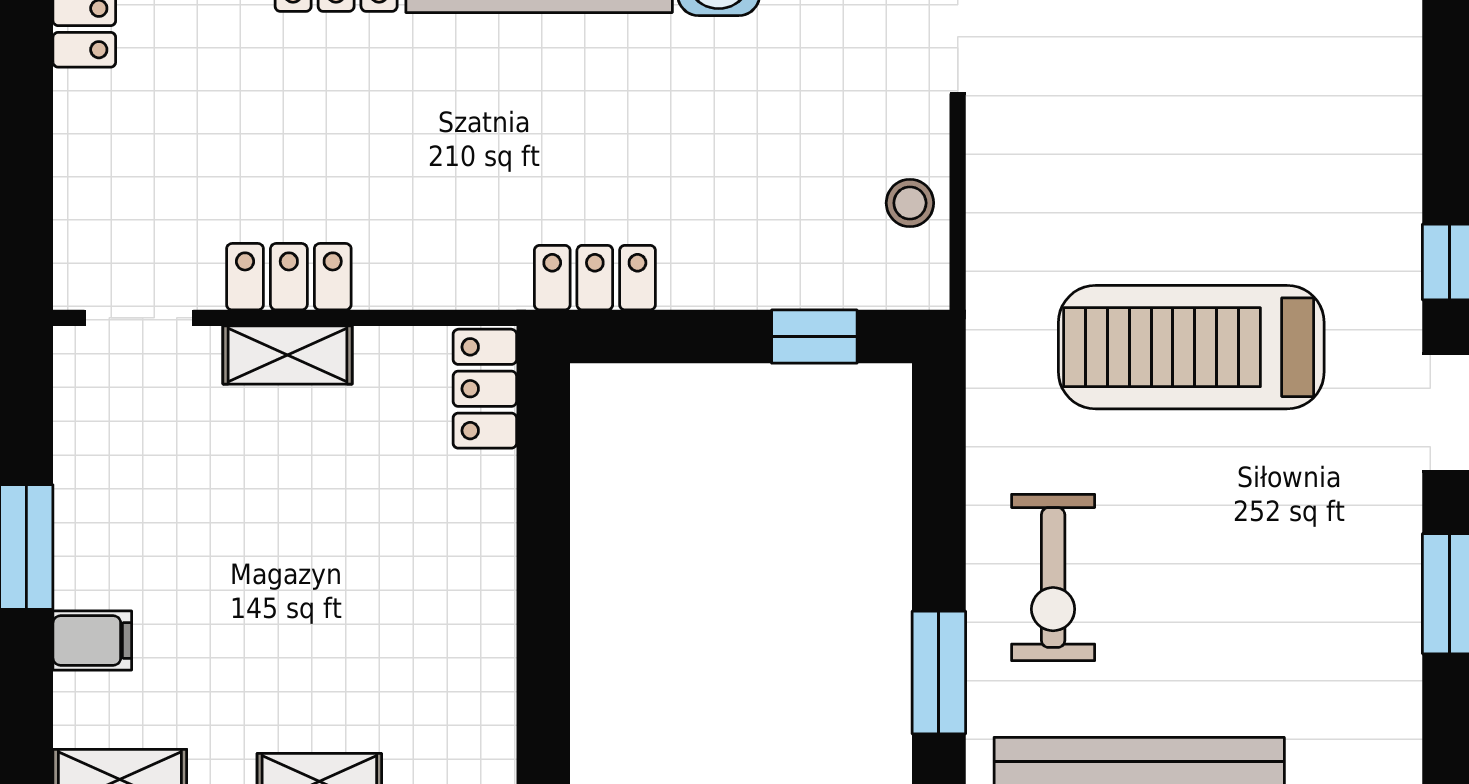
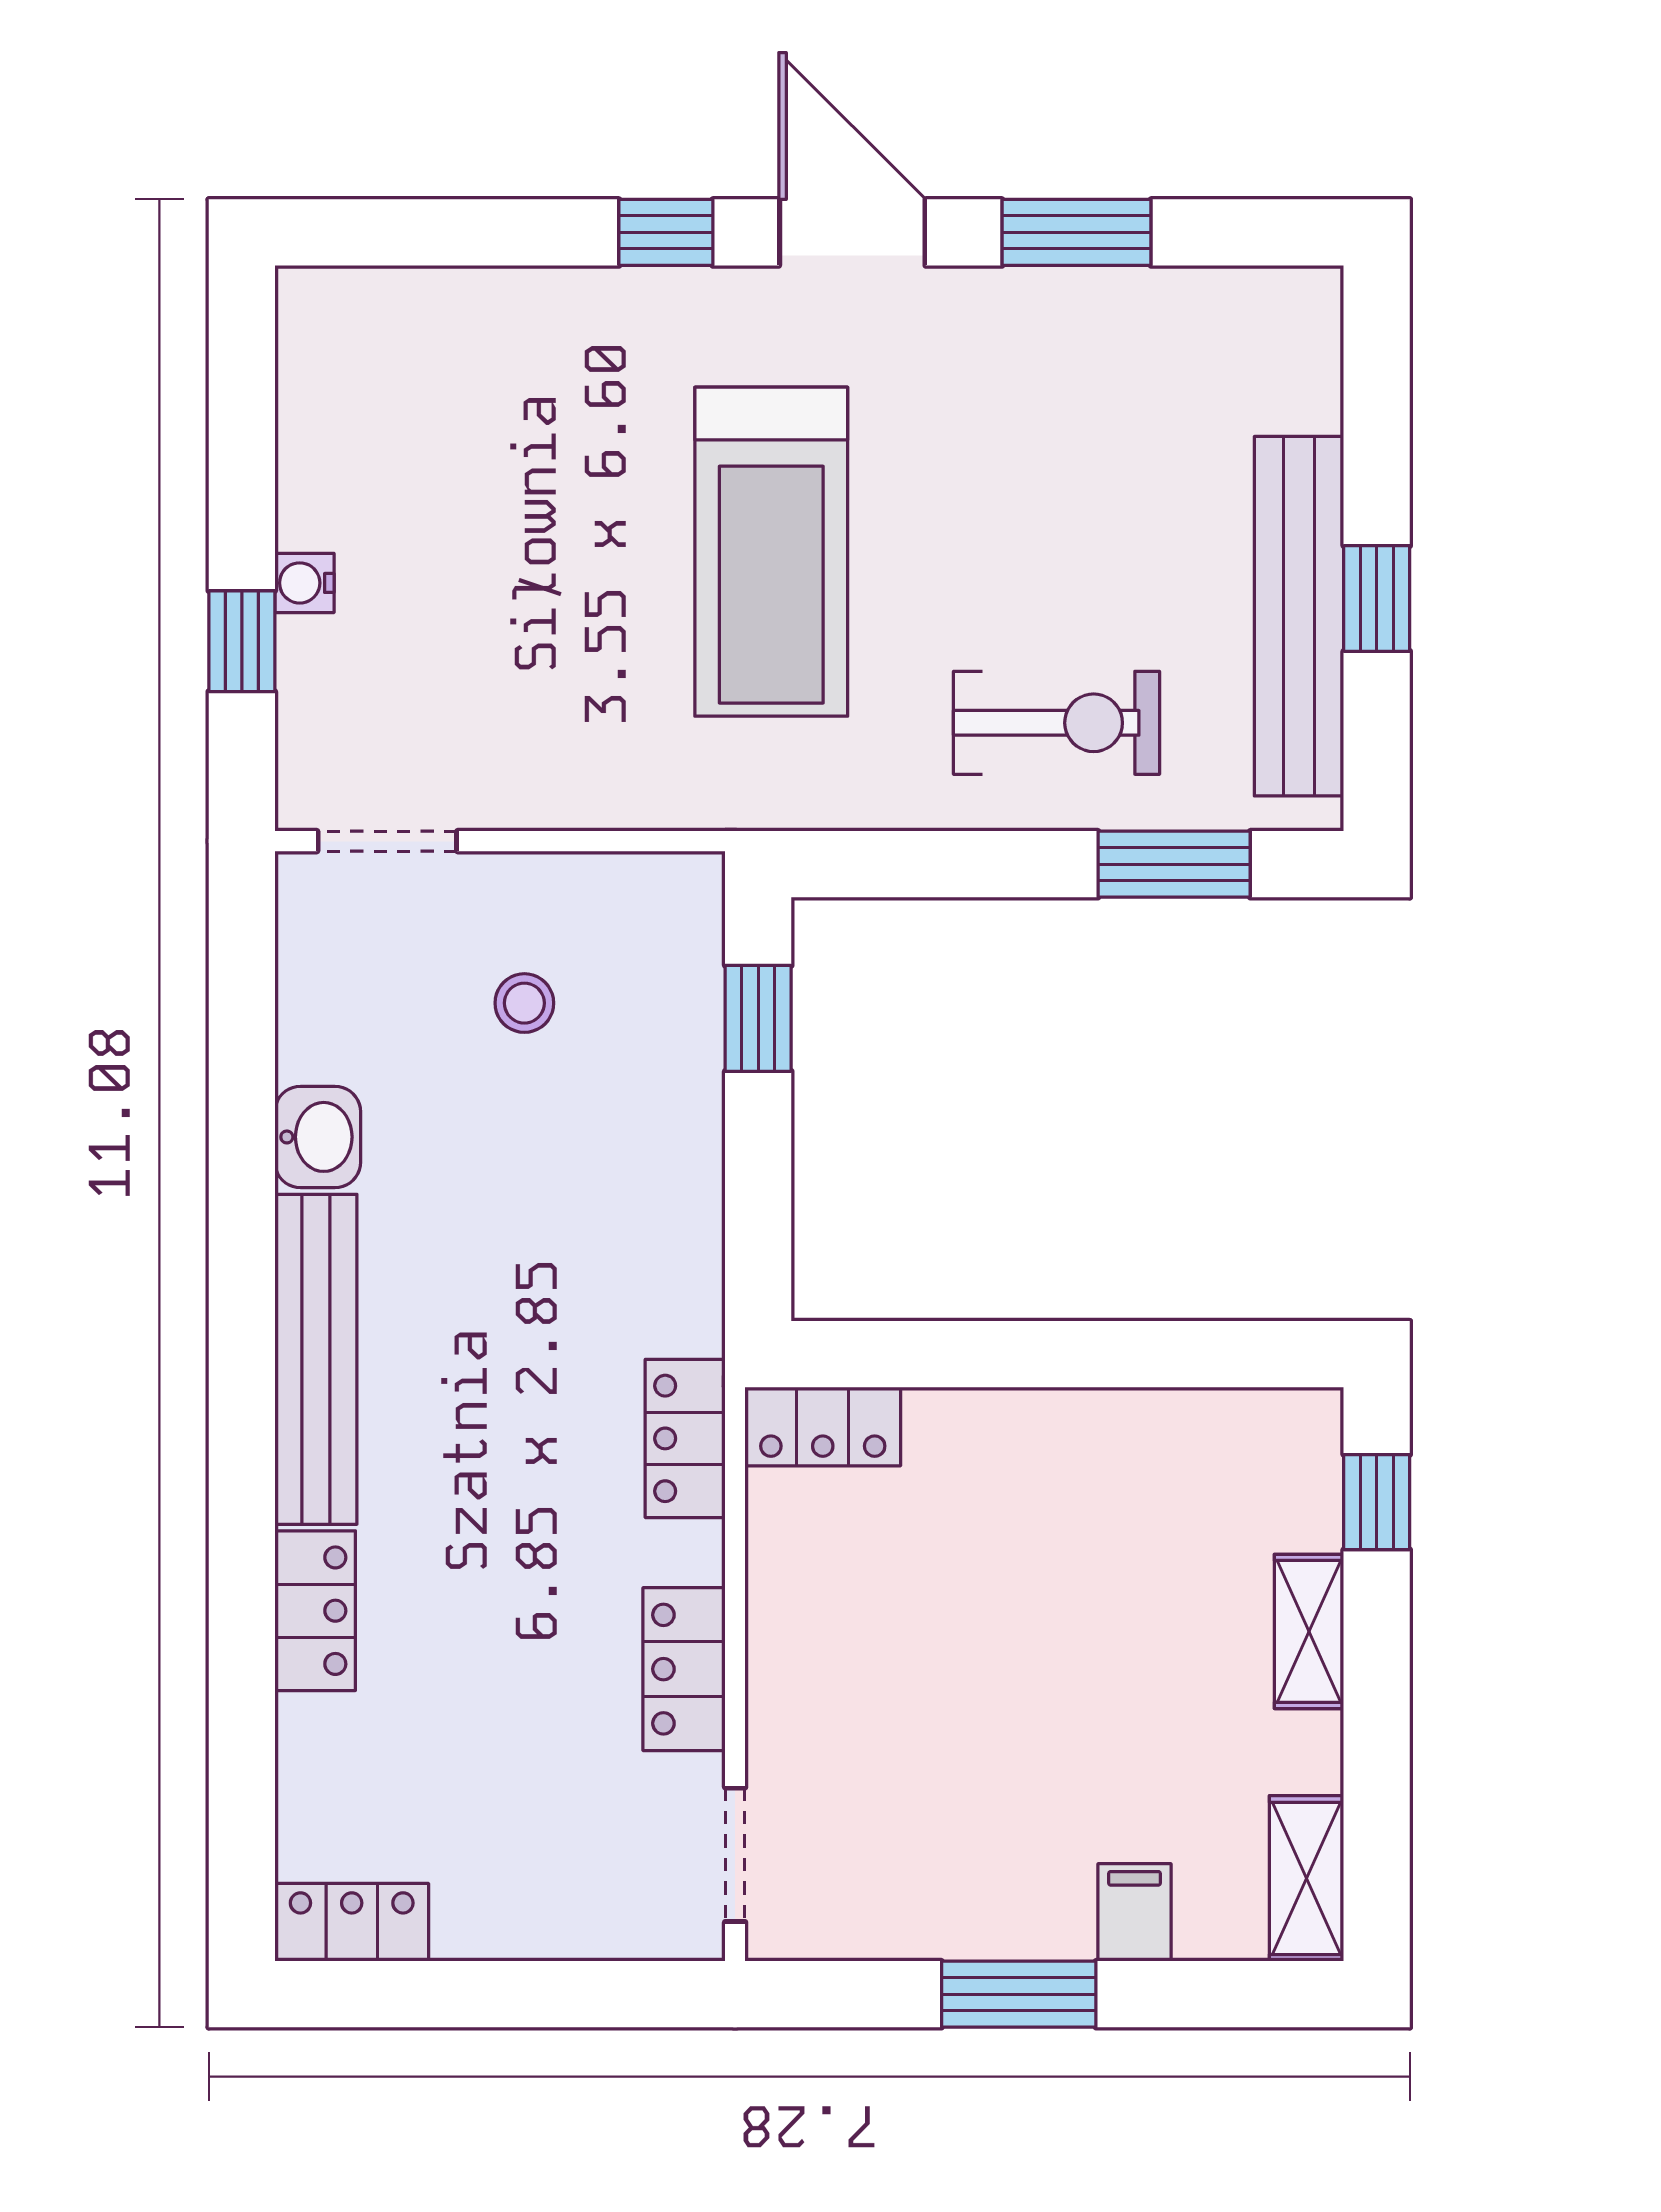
stool: (910, 203) -> (524, 1003), moved
locker: (595, 278) -> (685, 1438), moved
shelving: (288, 355) -> (781, 1671), removed

